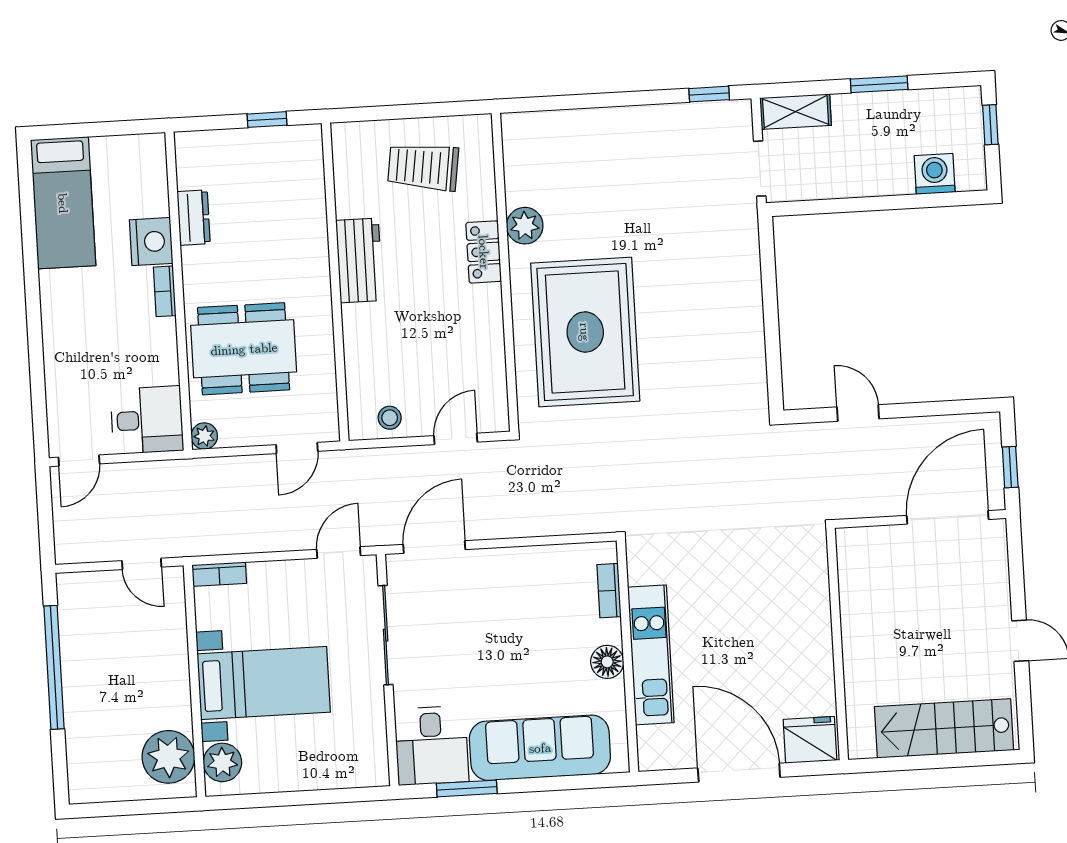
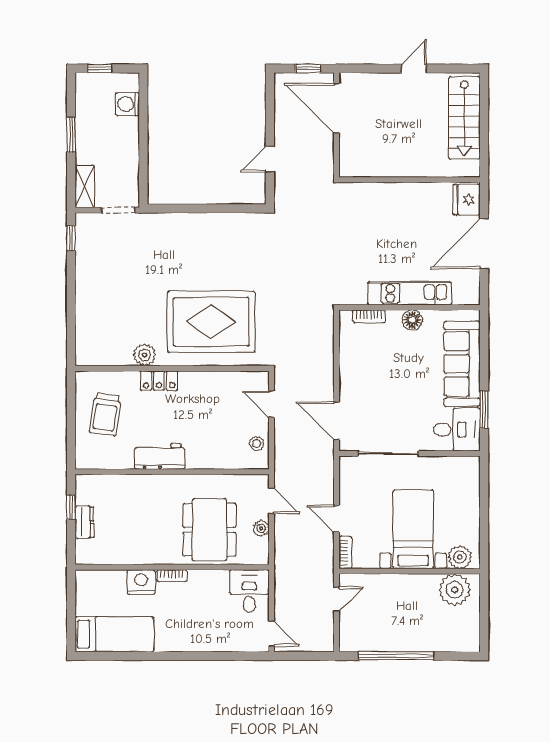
dresser: (194, 218) -> (84, 522), moved, turned 90
plant: (204, 436) -> (261, 528), moved
door: (339, 553) -> (336, 519), moved

